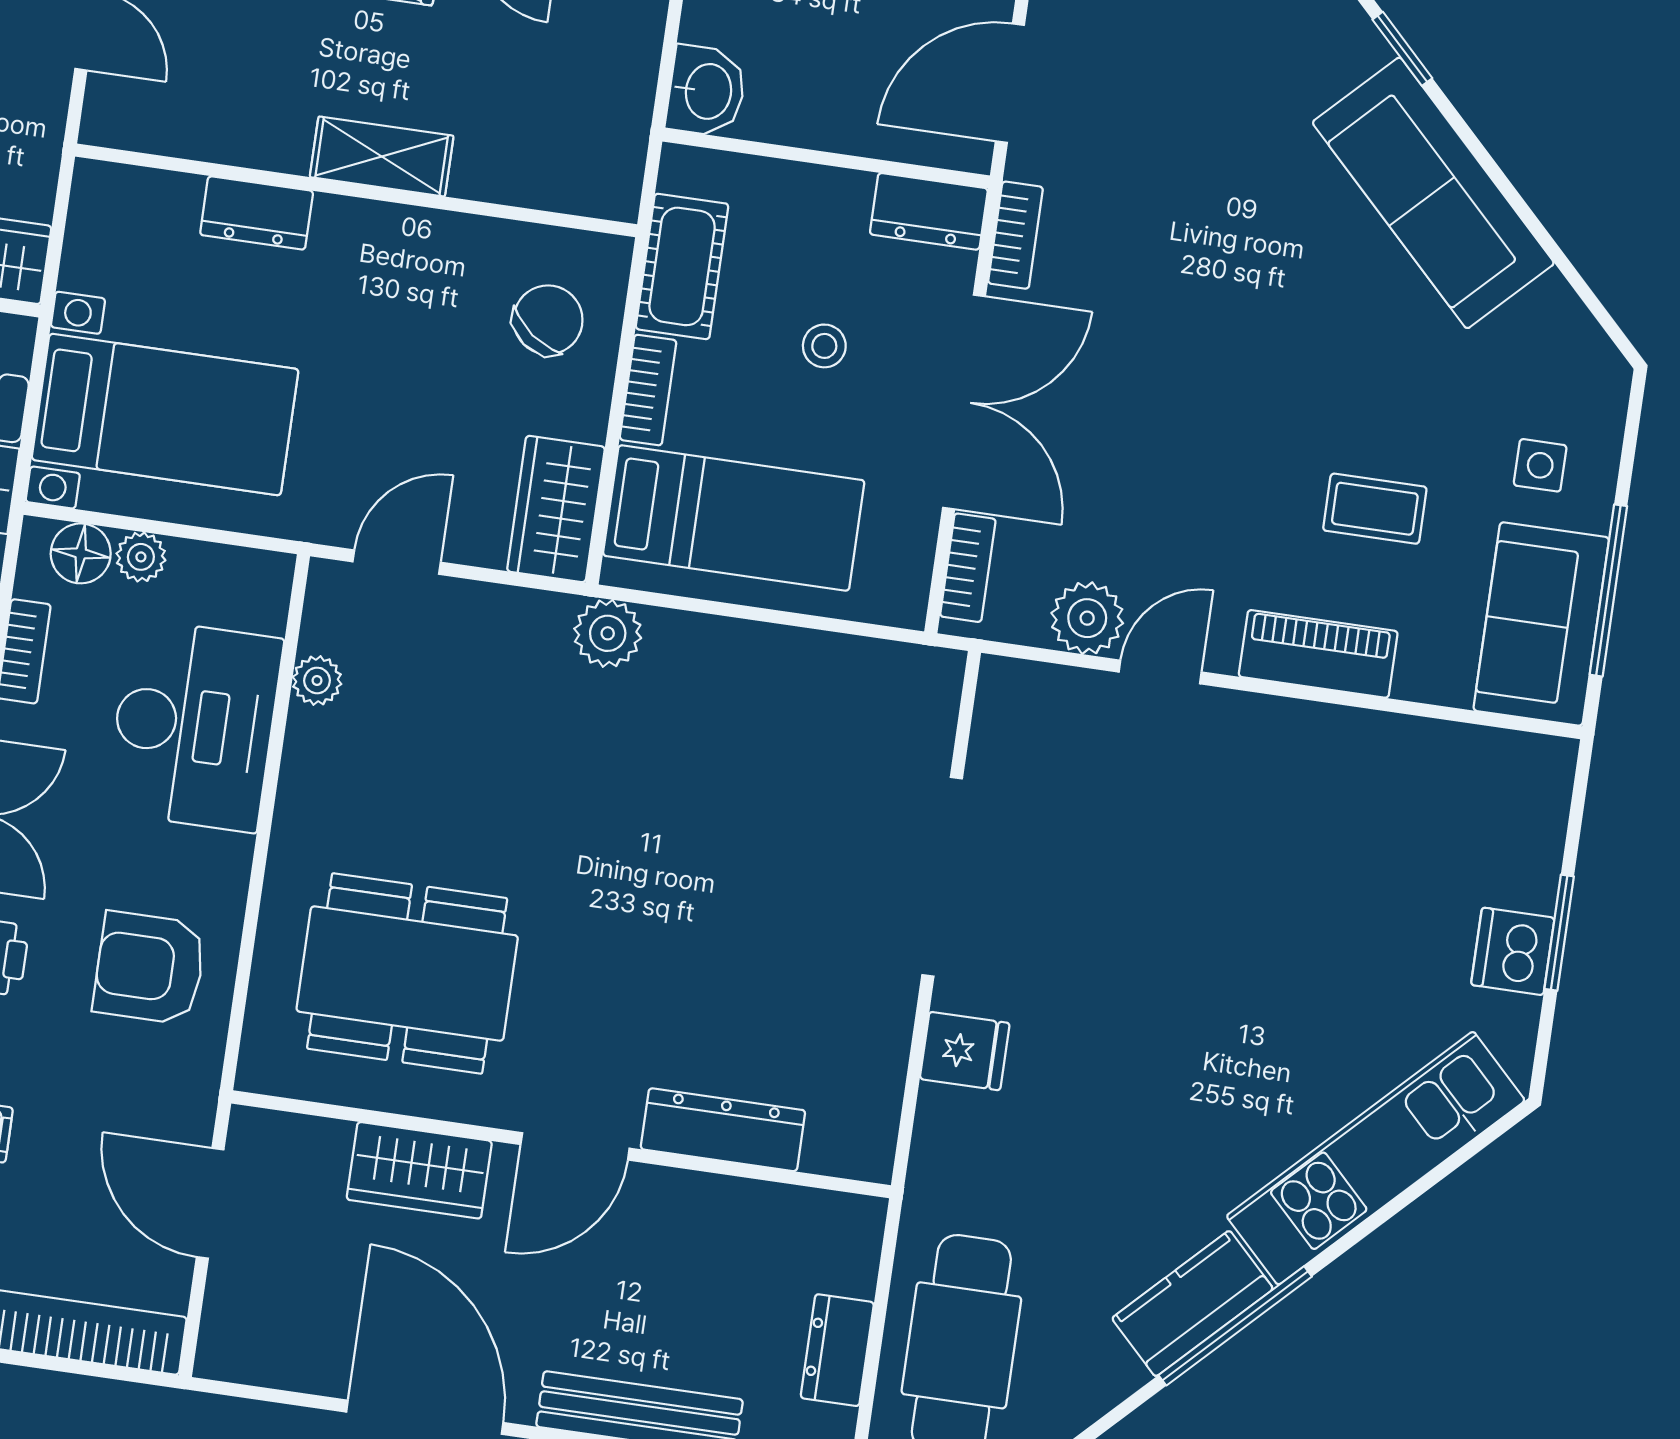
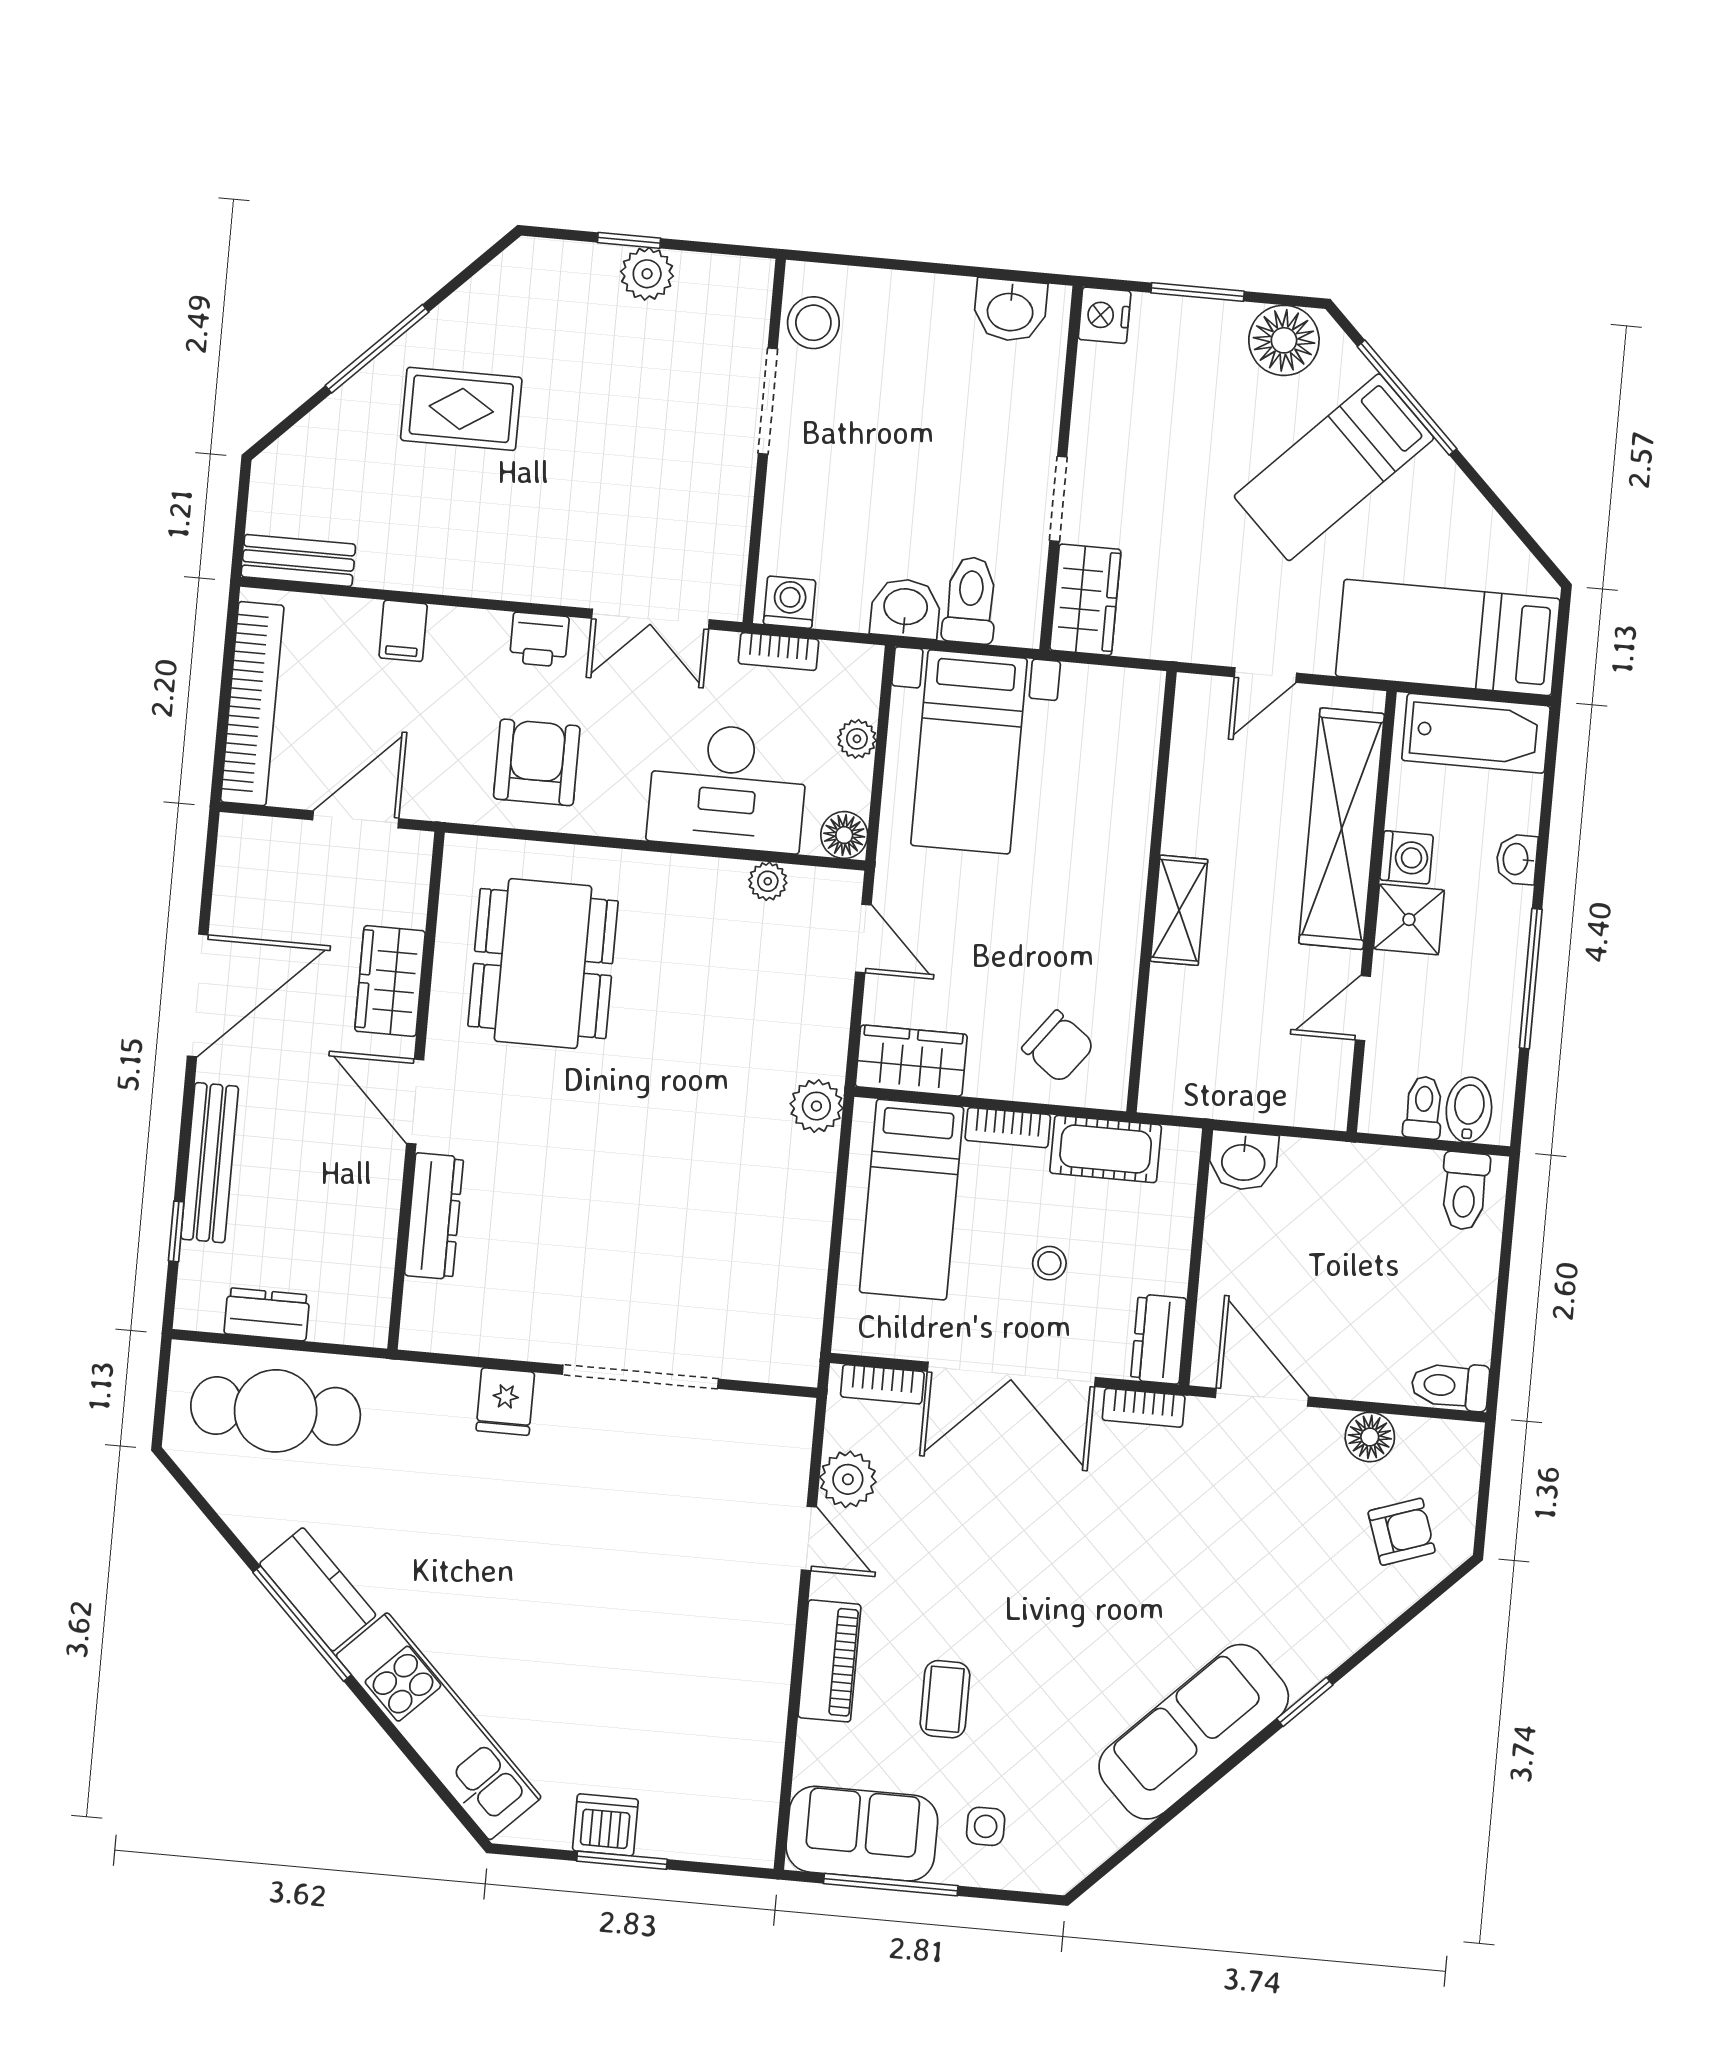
dresser: (257, 213) -> (1130, 815), removed
floor lamp: (81, 553) -> (844, 835), moved

